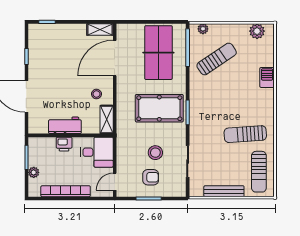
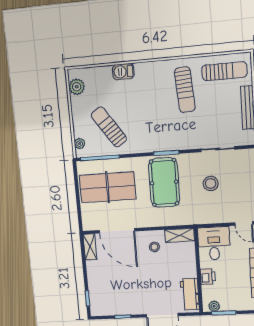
workbench: (65, 125) -> (190, 294), moved
plant: (34, 172) -> (214, 306), moved
armchair: (151, 177) -> (237, 187), removed

